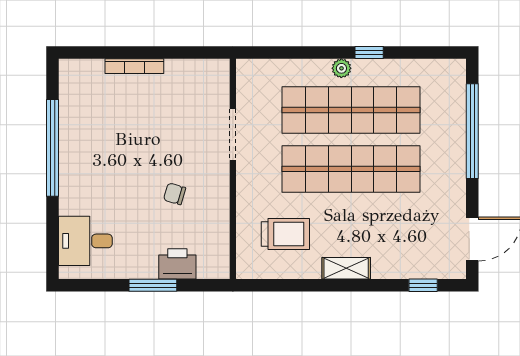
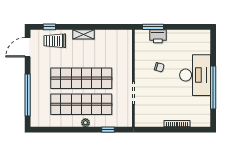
window: (369, 53) -> (108, 130), moved
trolley: (285, 234) -> (55, 41), moved
desk: (85, 241) -> (195, 75), moved, width x1.87, depth x1.30
window: (153, 285) -> (153, 27), moved

